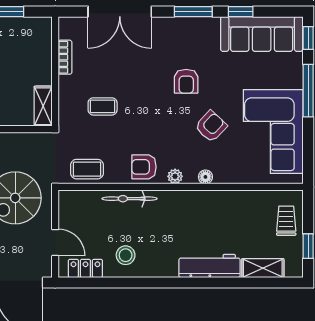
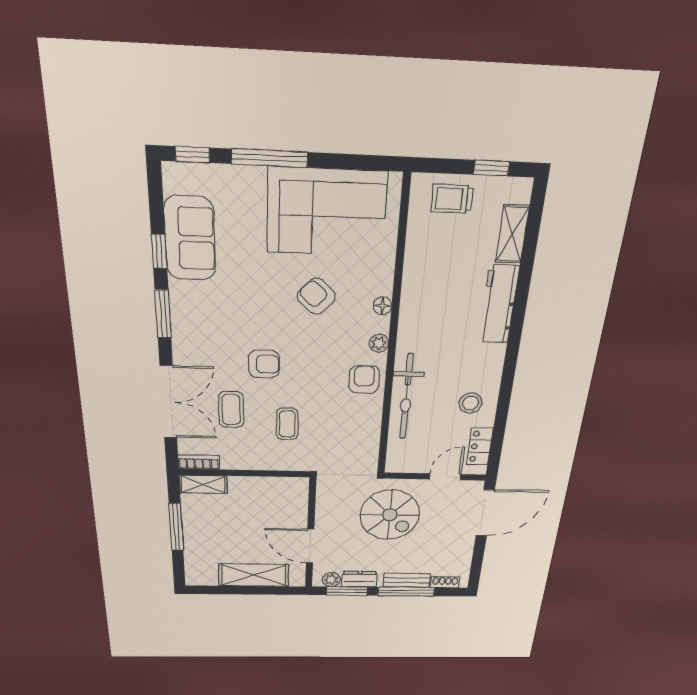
sofa: (262, 34) -> (190, 239), width x0.73
bookcase: (65, 57) -> (199, 462), moved
armchair: (186, 81) -> (264, 364), moved
shelving: (43, 106) -> (203, 484), moved
armchair: (144, 167) -> (364, 379), turned 180
coffee table: (87, 169) -> (231, 410), moved
bicycle: (130, 199) -> (406, 397), width x1.37, depth x1.40

